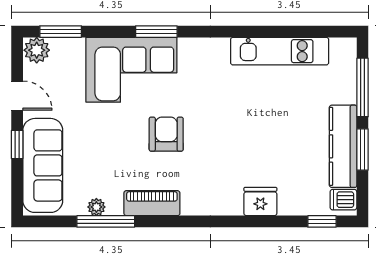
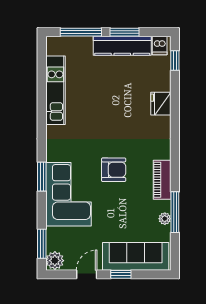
armchair: (166, 134) -> (114, 170), turned 180

